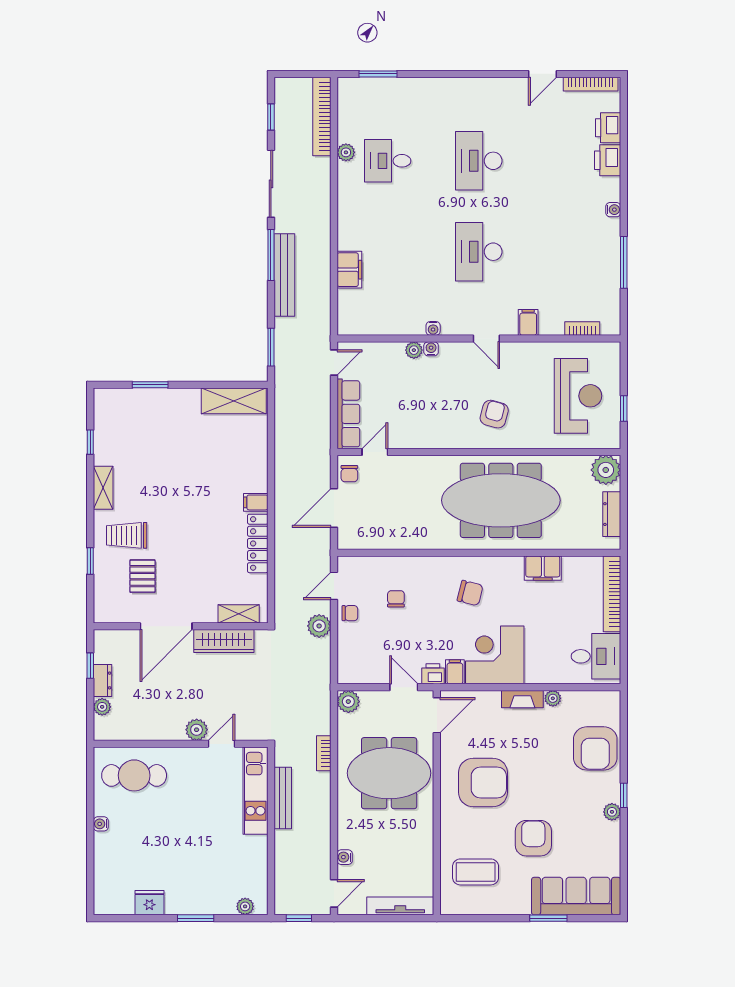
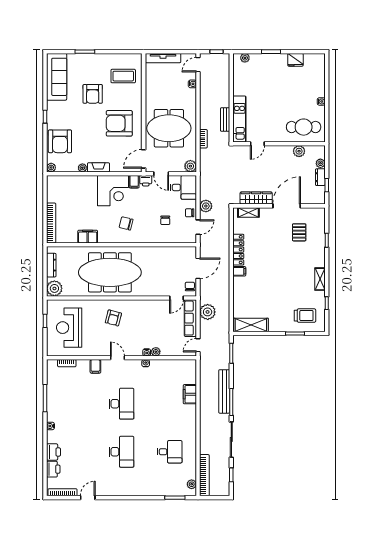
plant: (346, 152) -> (192, 484), moved
plant: (316, 425) -> (208, 312), added
trolley: (127, 535) -> (305, 316), moved
desk: (596, 656) -> (183, 187), moved, turned 180
plant: (197, 730) -> (299, 151), moved
armchair: (595, 748) -> (60, 141), turned 180
bench: (283, 798) -> (225, 120), width x0.73
plant: (612, 812) -> (51, 167), moved
sofa: (576, 896) -> (57, 77), moved, turned -90

